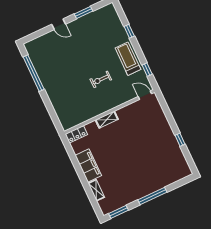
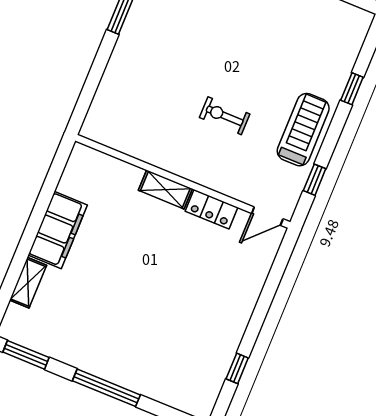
door: (145, 95) -> (267, 216), swing flipped
locker: (76, 134) -> (211, 209), moved
window: (180, 140) -> (237, 368), moved

